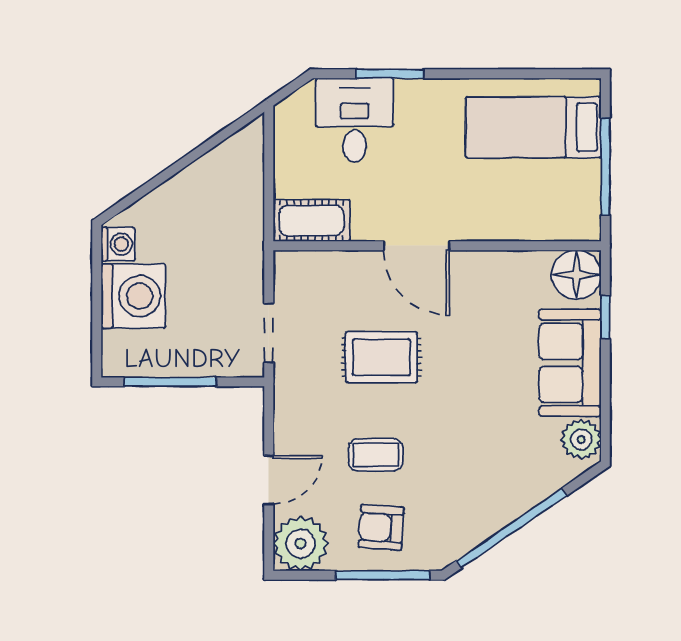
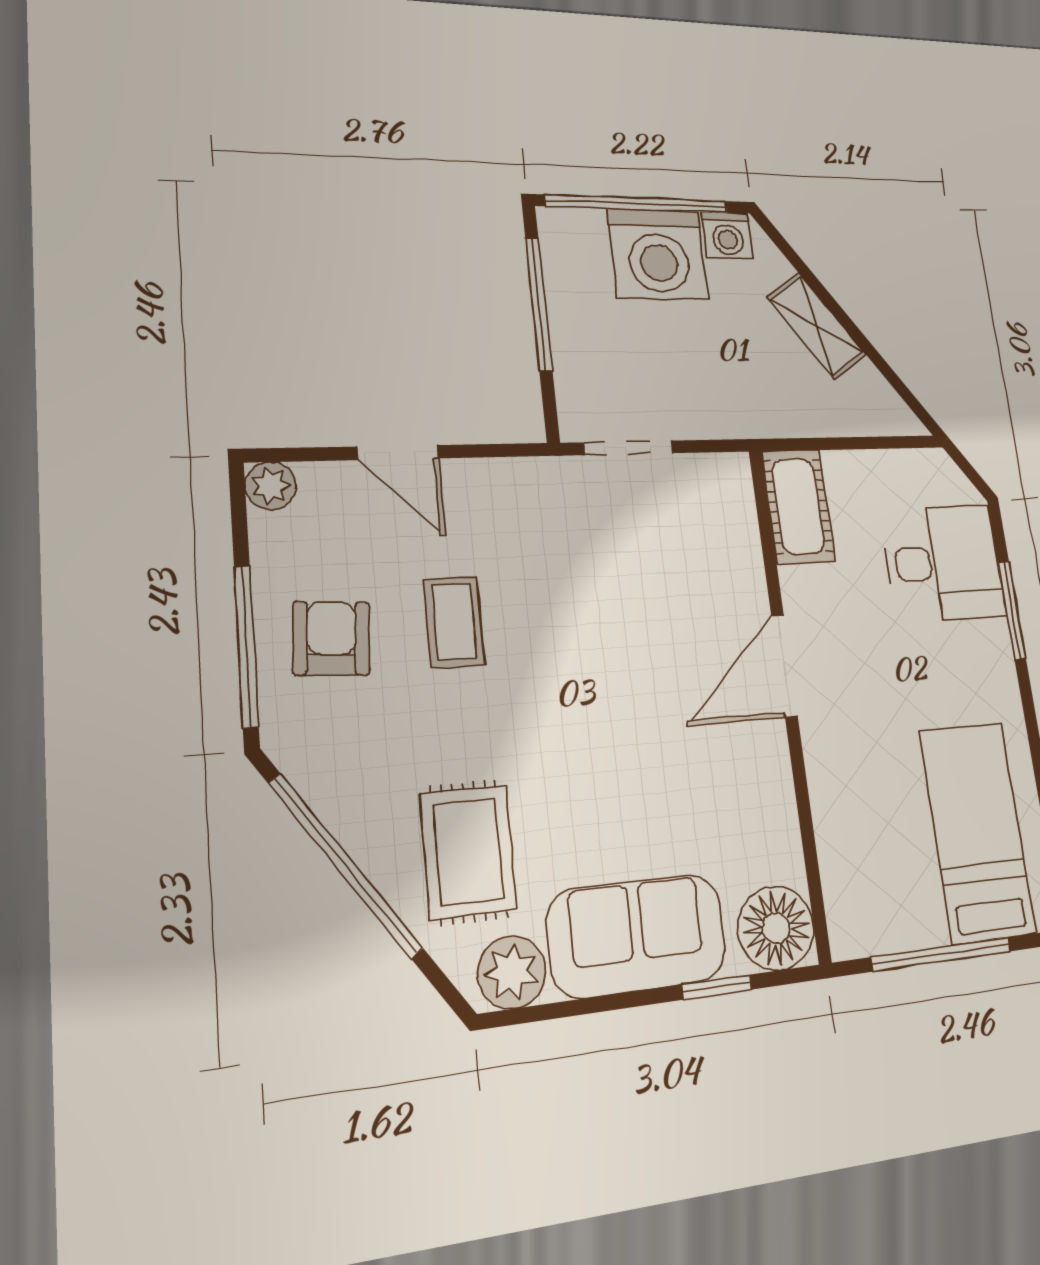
shelving: (184, 187) -> (817, 326), added
window: (97, 306) -> (637, 204), added
rug: (382, 357) -> (468, 852), moved
plant: (301, 543) -> (271, 486), width x0.53, depth x0.53

